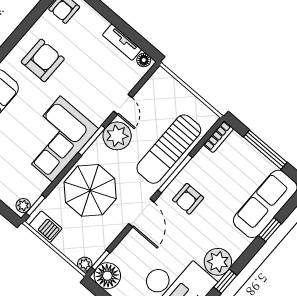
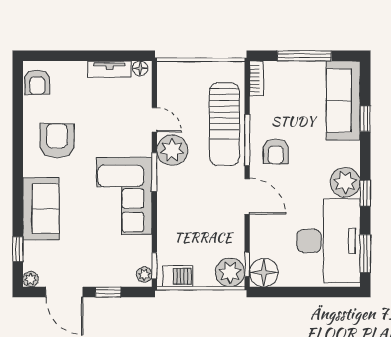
parasol: (90, 190) -> (189, 214), removed
plant: (85, 264) -> (230, 272), width x1.88, depth x1.88

